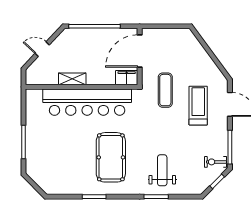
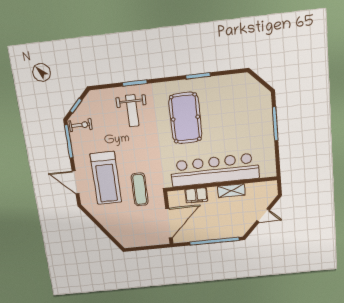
filing cabinet: (127, 78) -> (196, 195), moved
treadmill: (198, 106) -> (106, 178), width x1.37, depth x1.38

